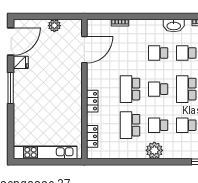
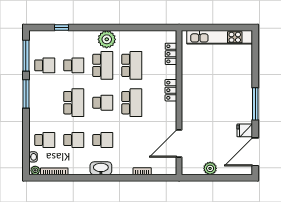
washbasin: (174, 26) -> (101, 168), moved
school desk: (158, 125) -> (103, 65), width x1.85

